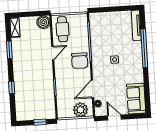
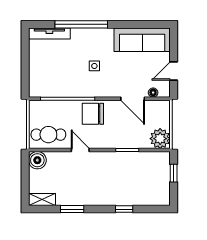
chair: (80, 61) -> (93, 114), turned 180
sofa: (136, 99) -> (142, 40), width x1.36
plant: (80, 110) -> (160, 139), moved

